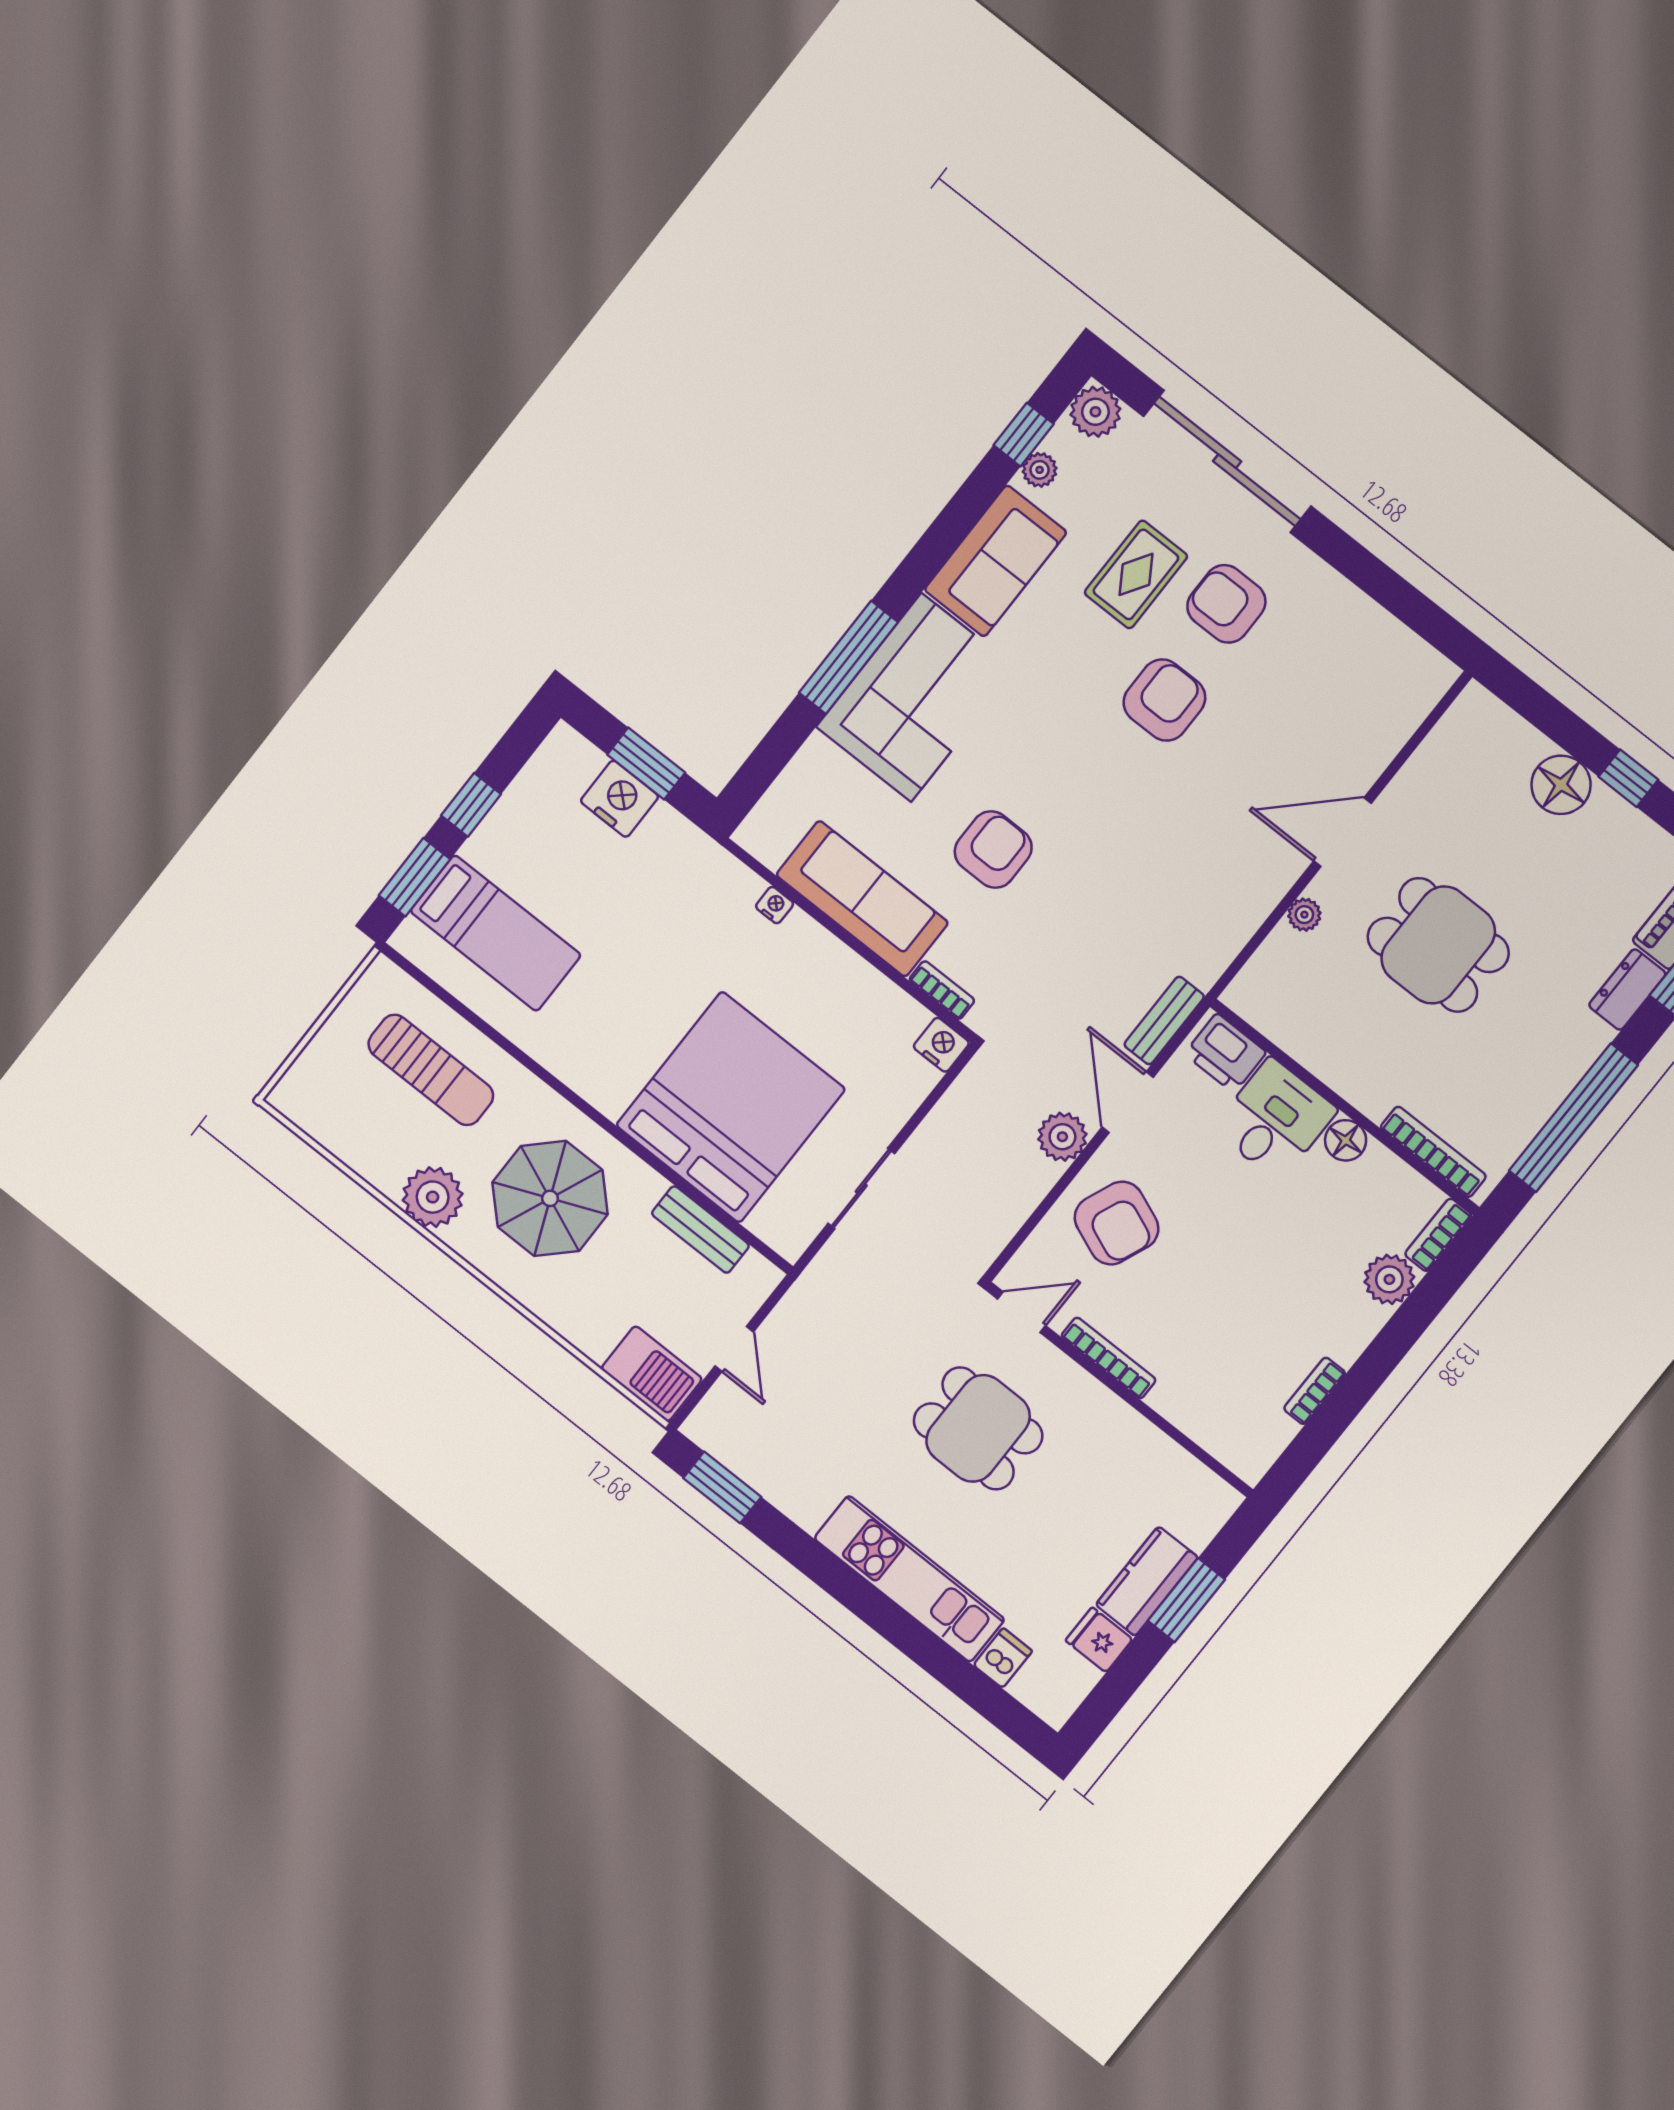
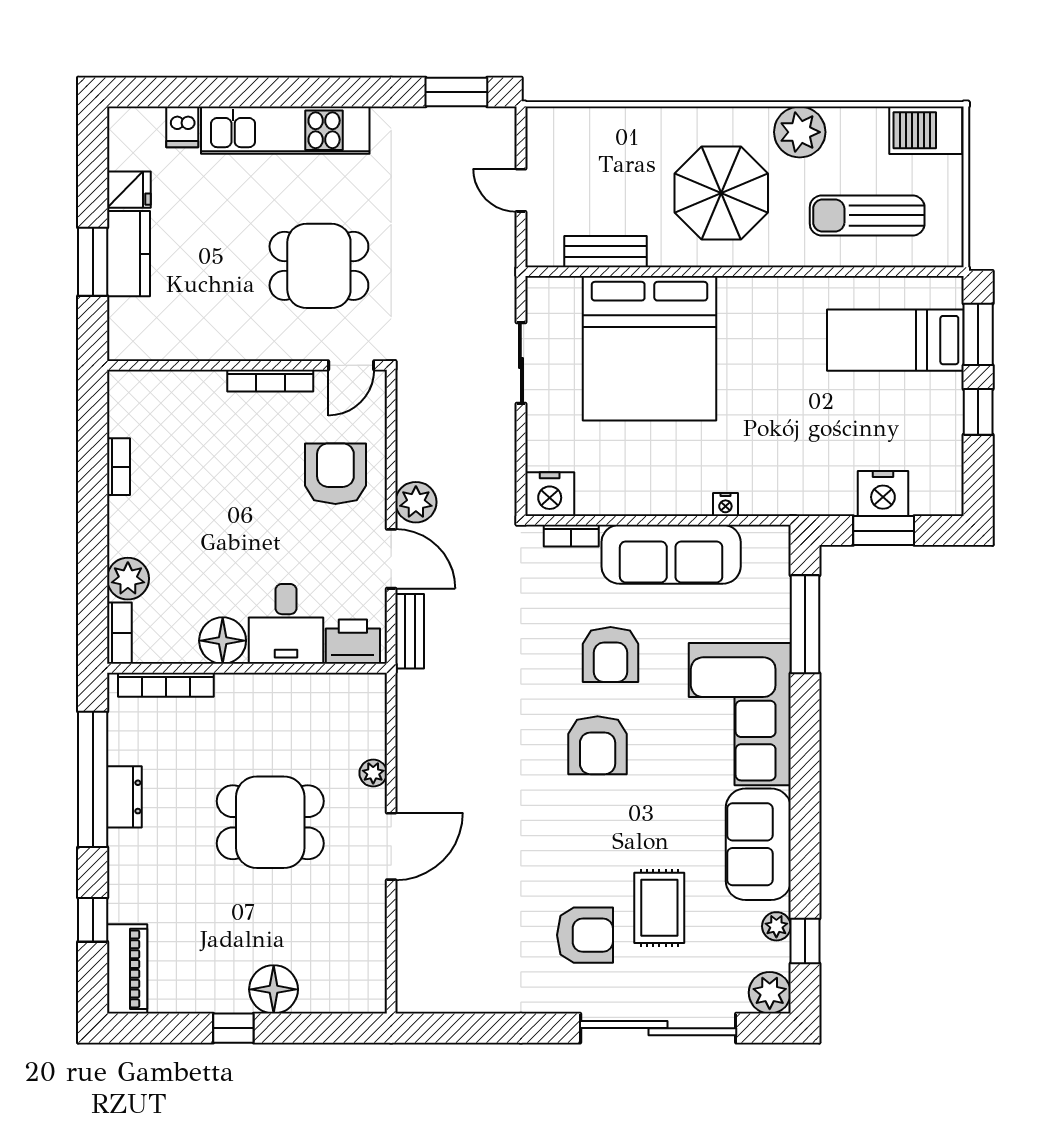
window: (849, 657) -> (805, 624), moved
armchair: (1164, 700) -> (598, 745), moved
dresser: (1627, 990) -> (124, 797), moved
nightstand: (941, 1045) -> (550, 494), width x1.36, depth x1.33
floor lamp: (1346, 1140) -> (223, 641), width x1.38, depth x1.38
armchair: (1117, 1223) -> (335, 474), turned 68
barbecue: (652, 1374) -> (926, 130), moved

